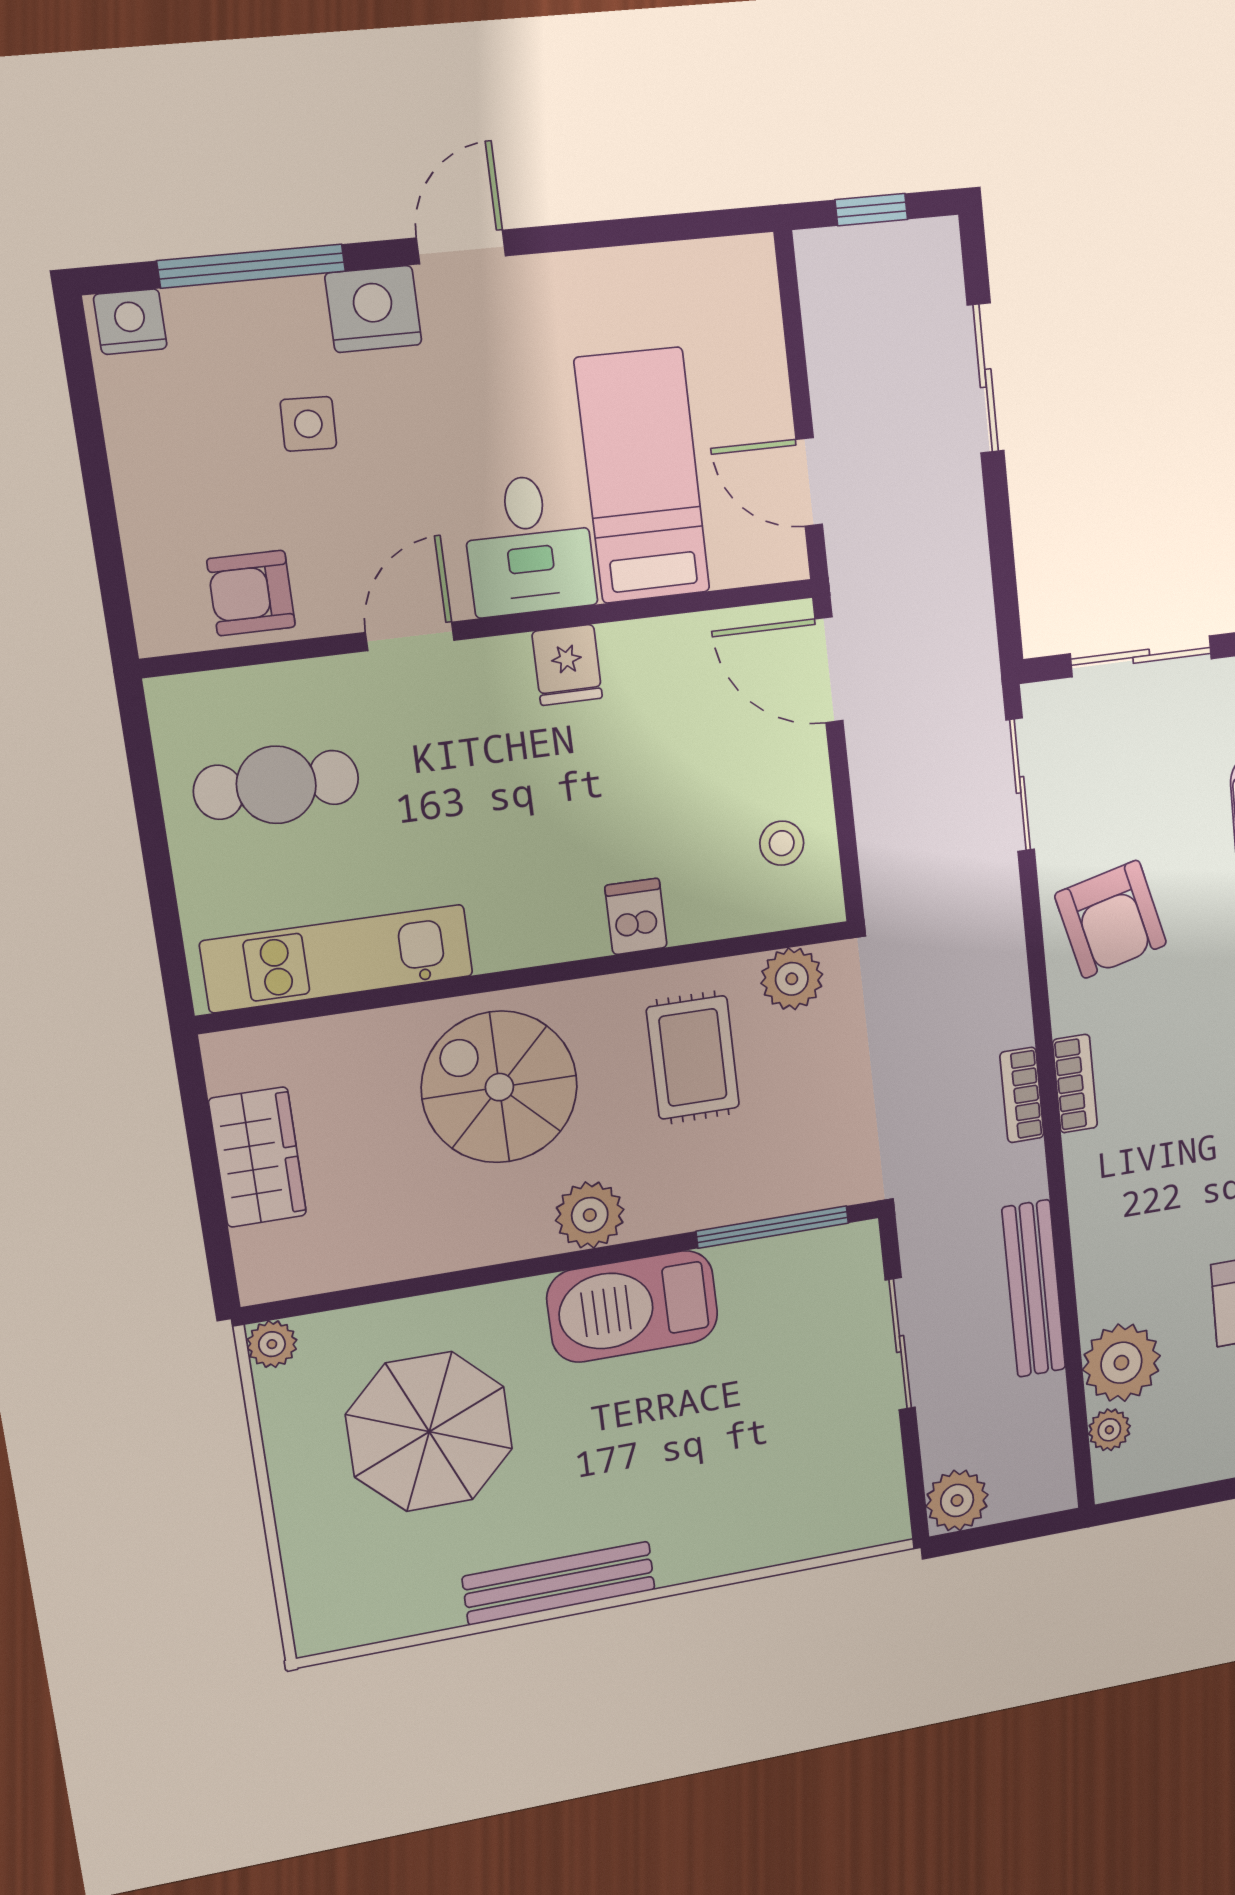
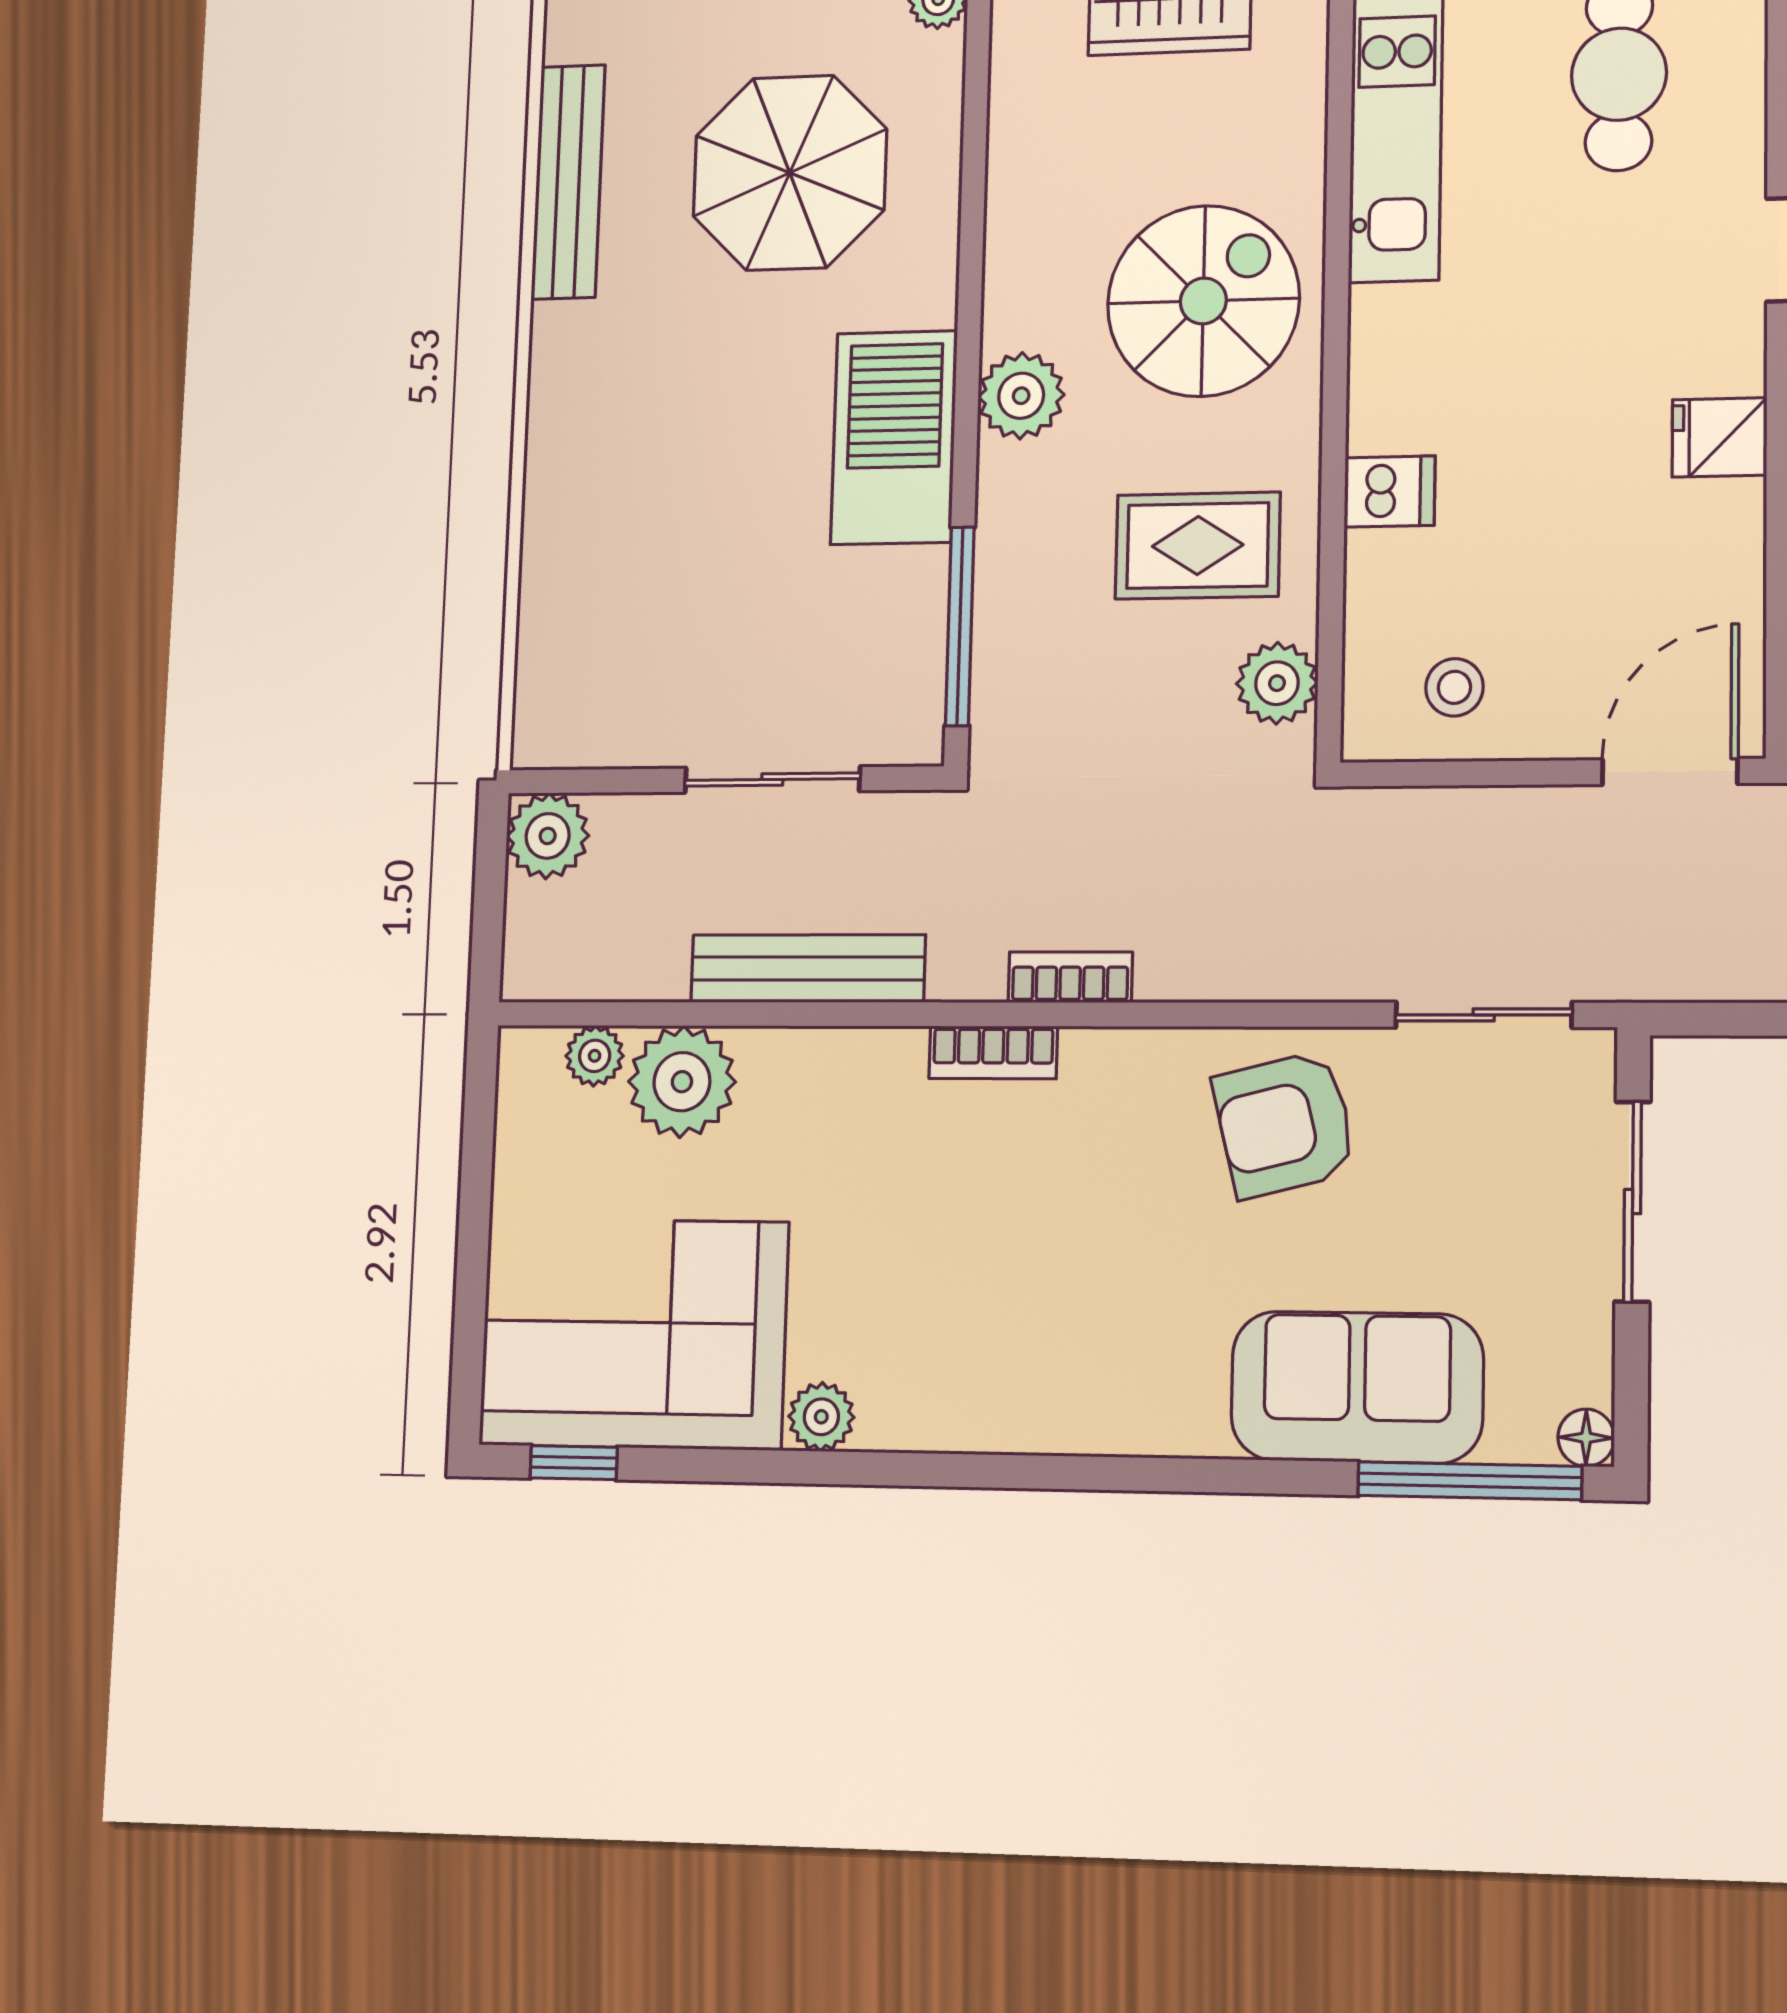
bookcase: (1075, 1084) -> (993, 1052), moved
bench: (559, 1583) -> (568, 182), moved

